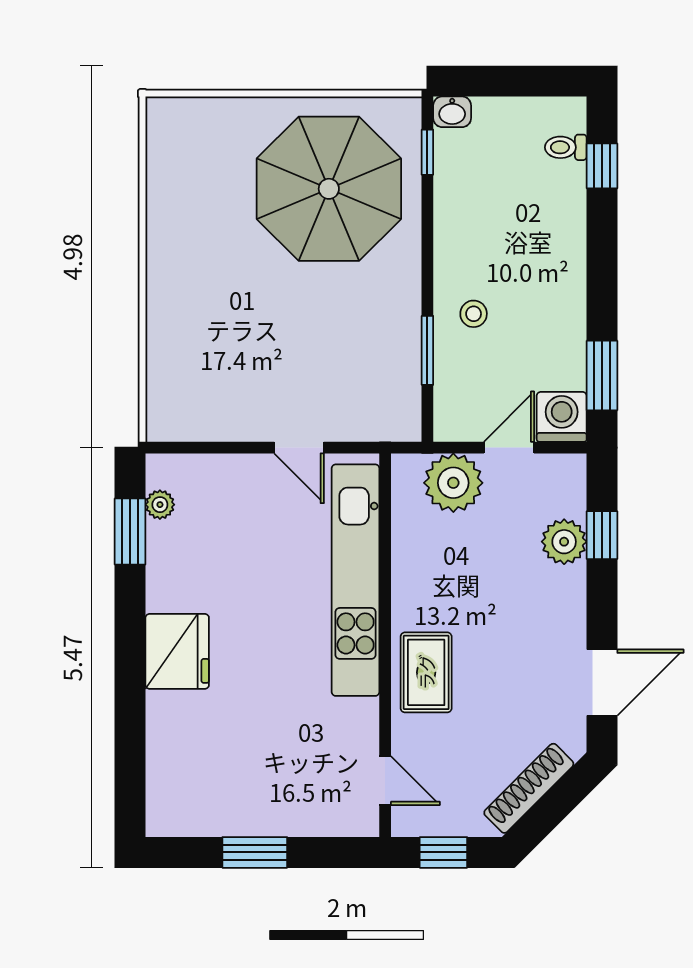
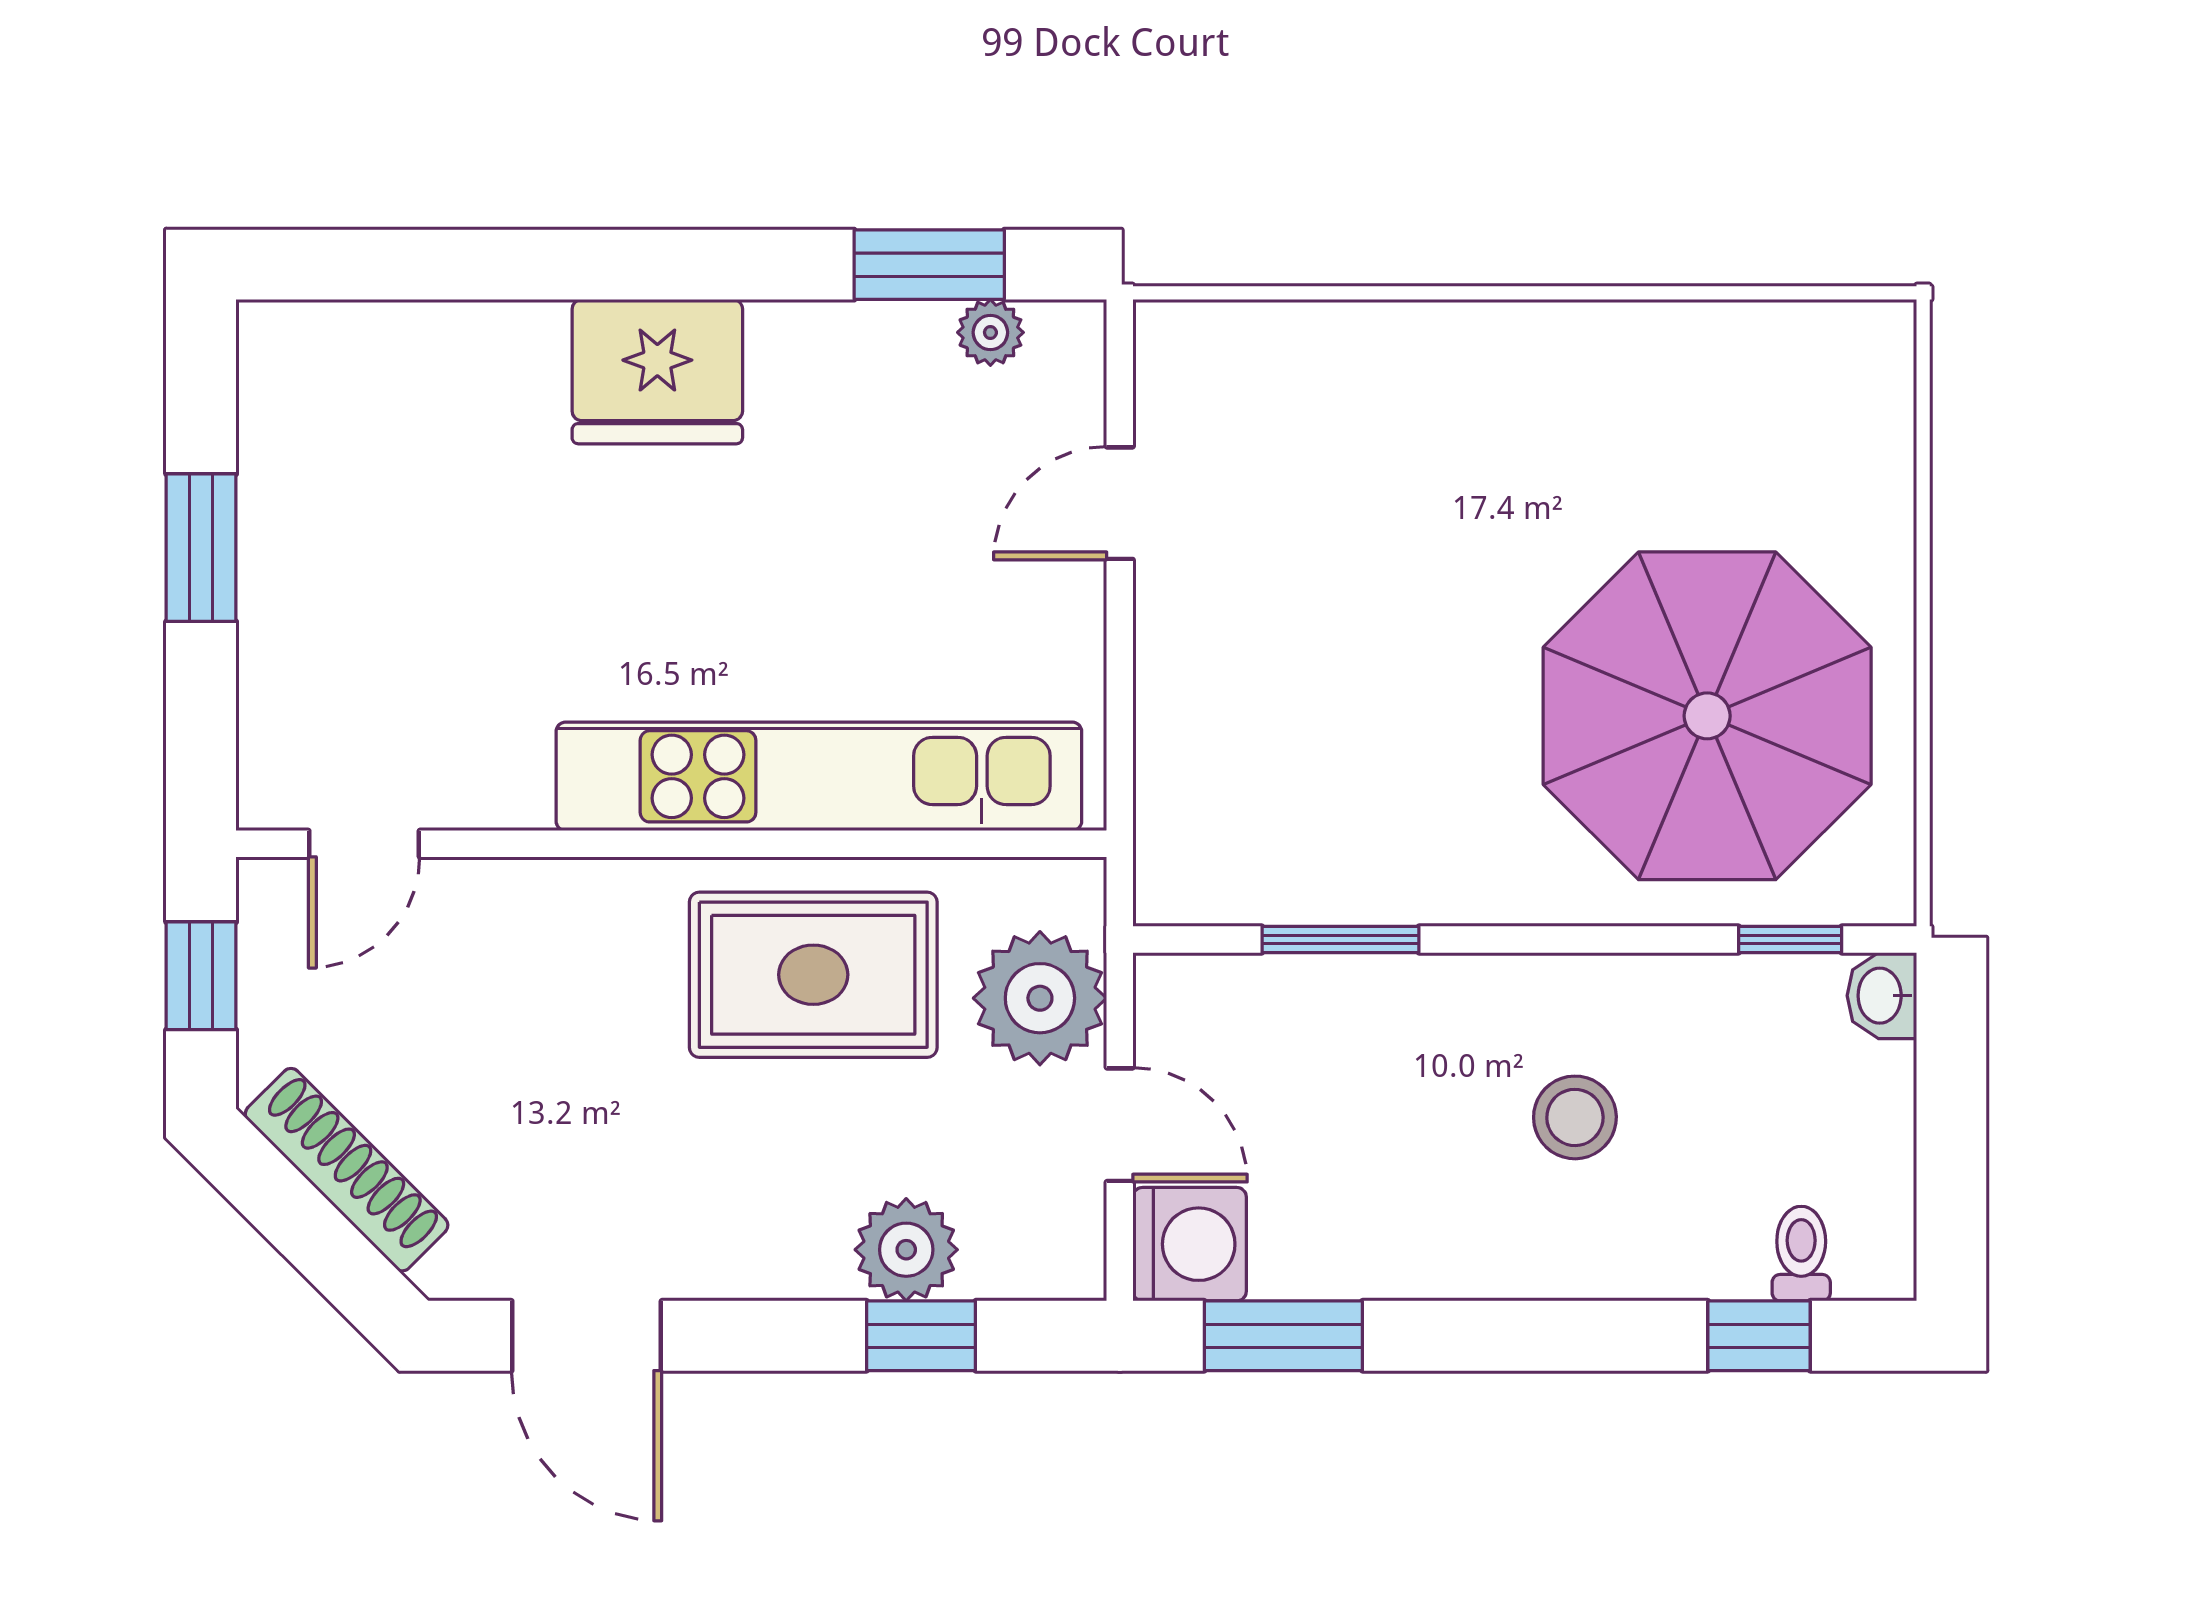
stool: (474, 314) -> (1575, 1117), moved, width x1.37, depth x1.37
door: (299, 448) -> (1120, 503), moved
rug: (426, 672) -> (813, 975), moved, width x1.36, depth x1.43

